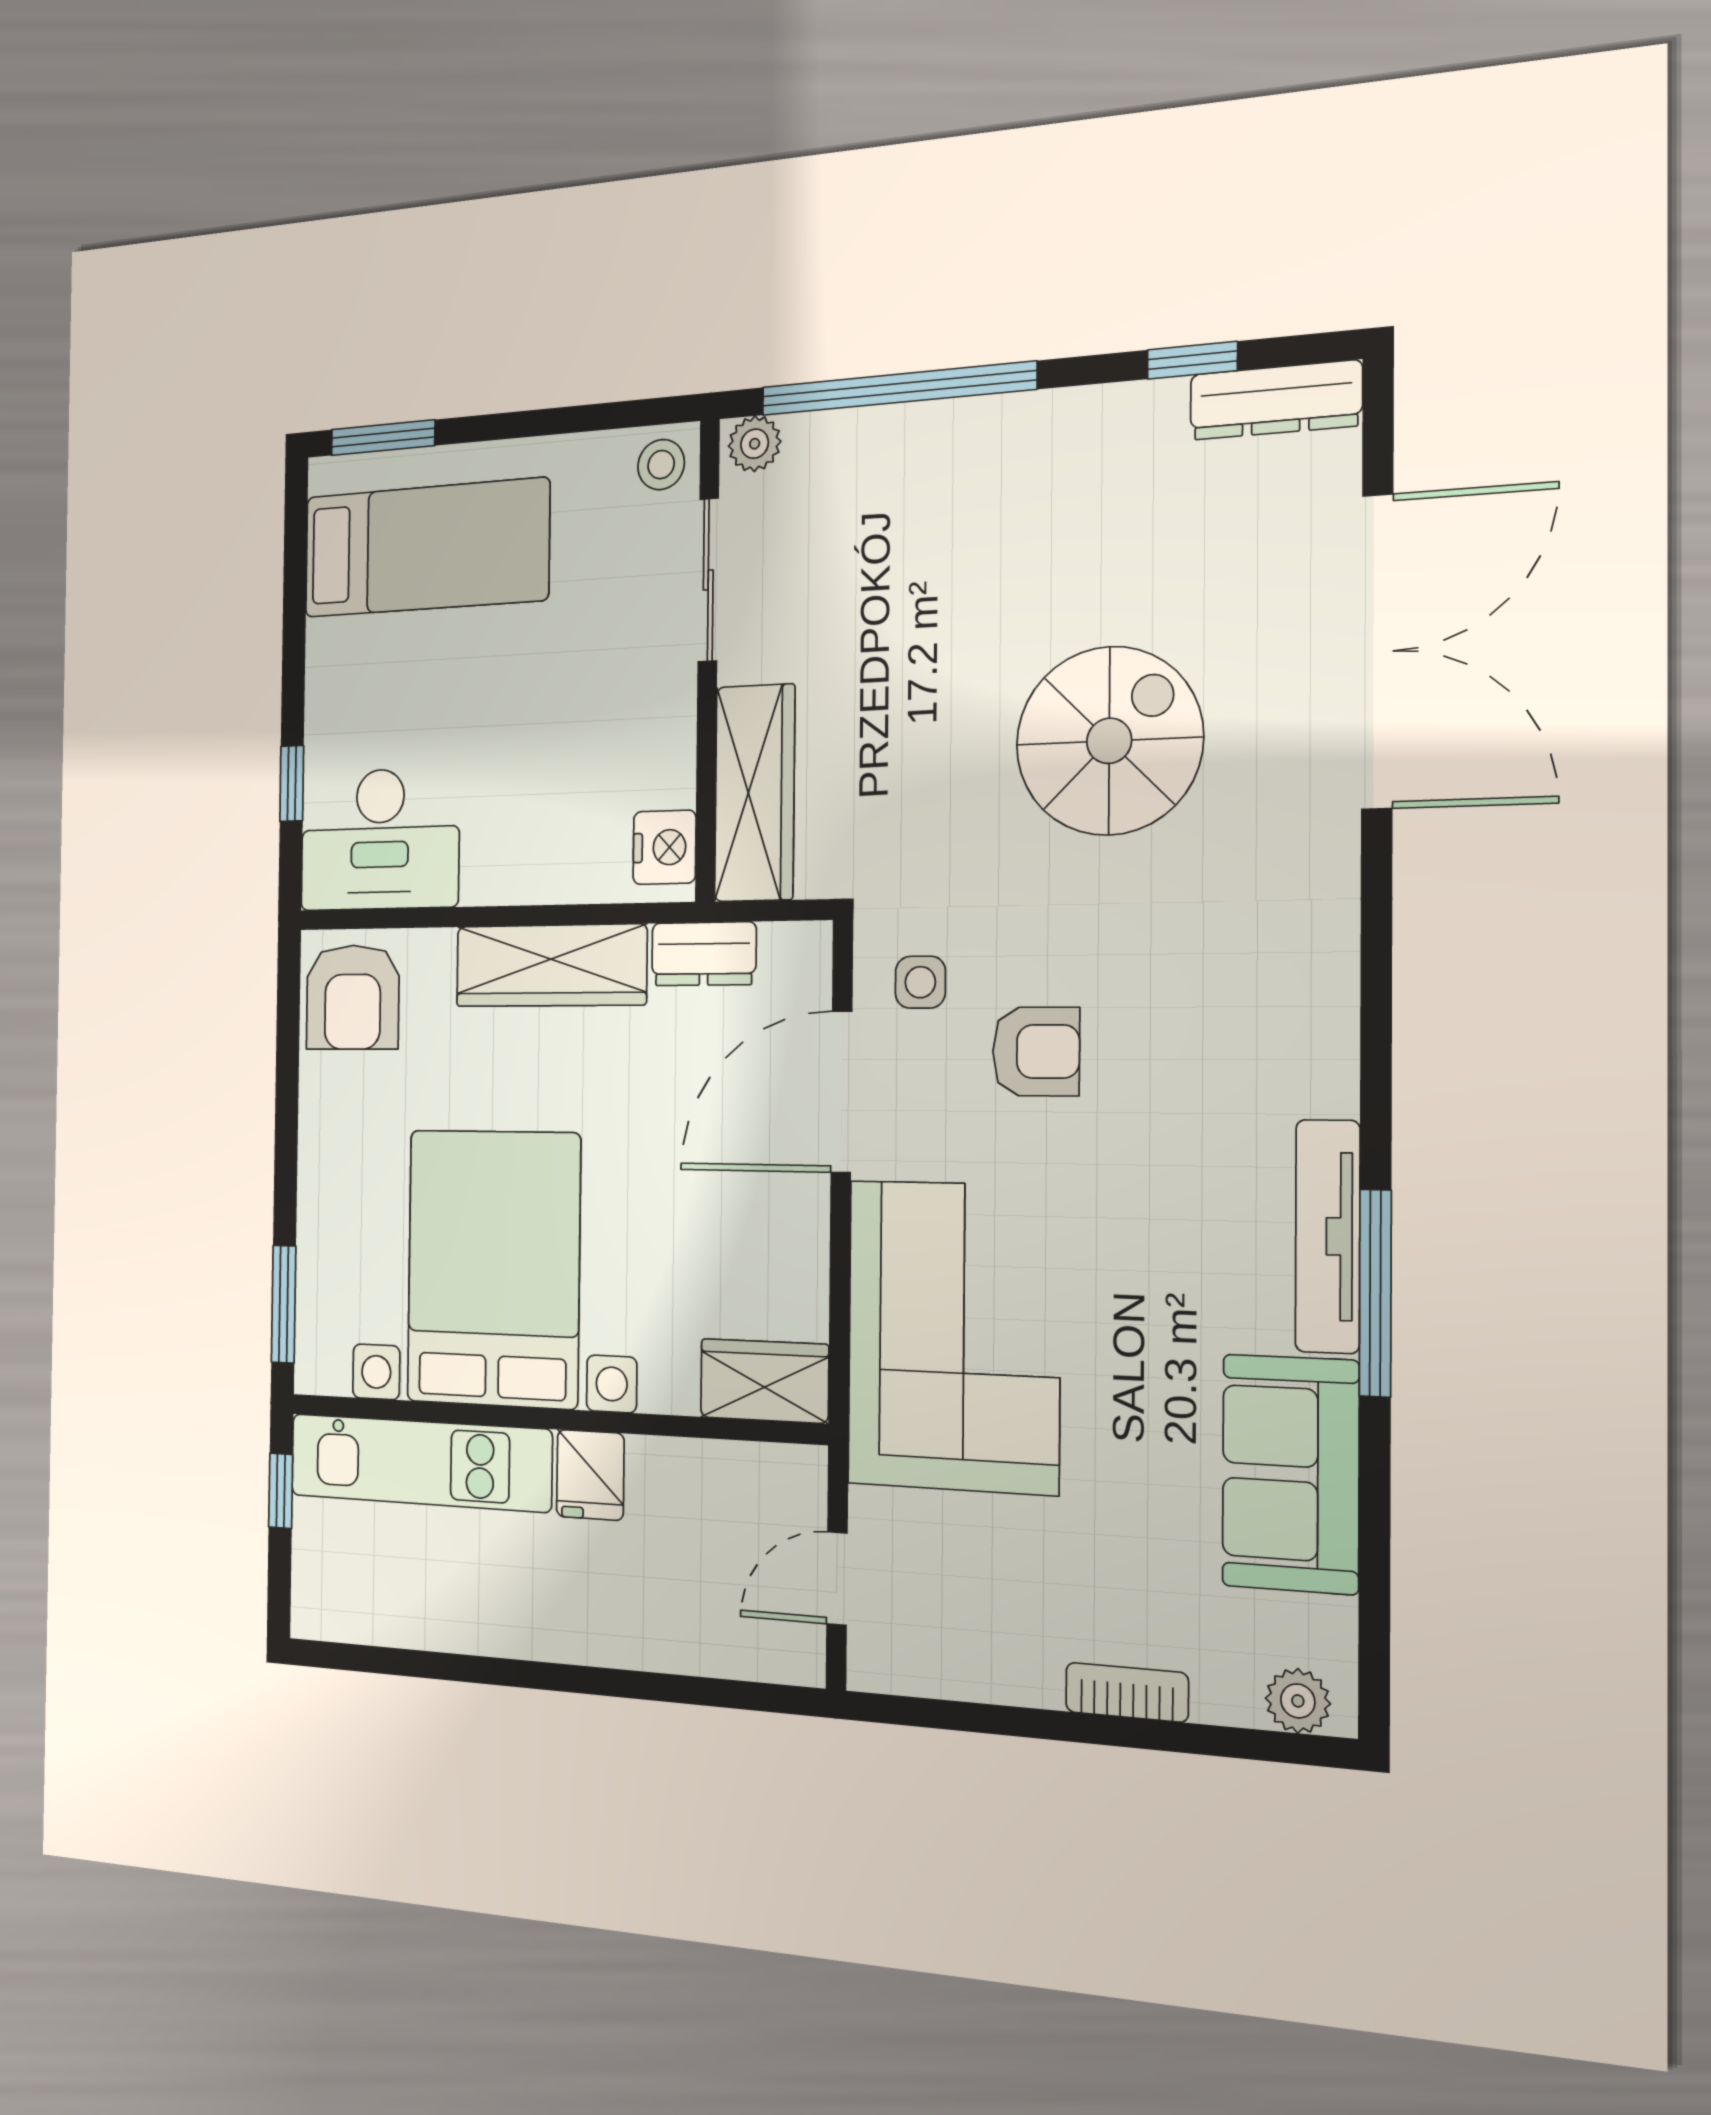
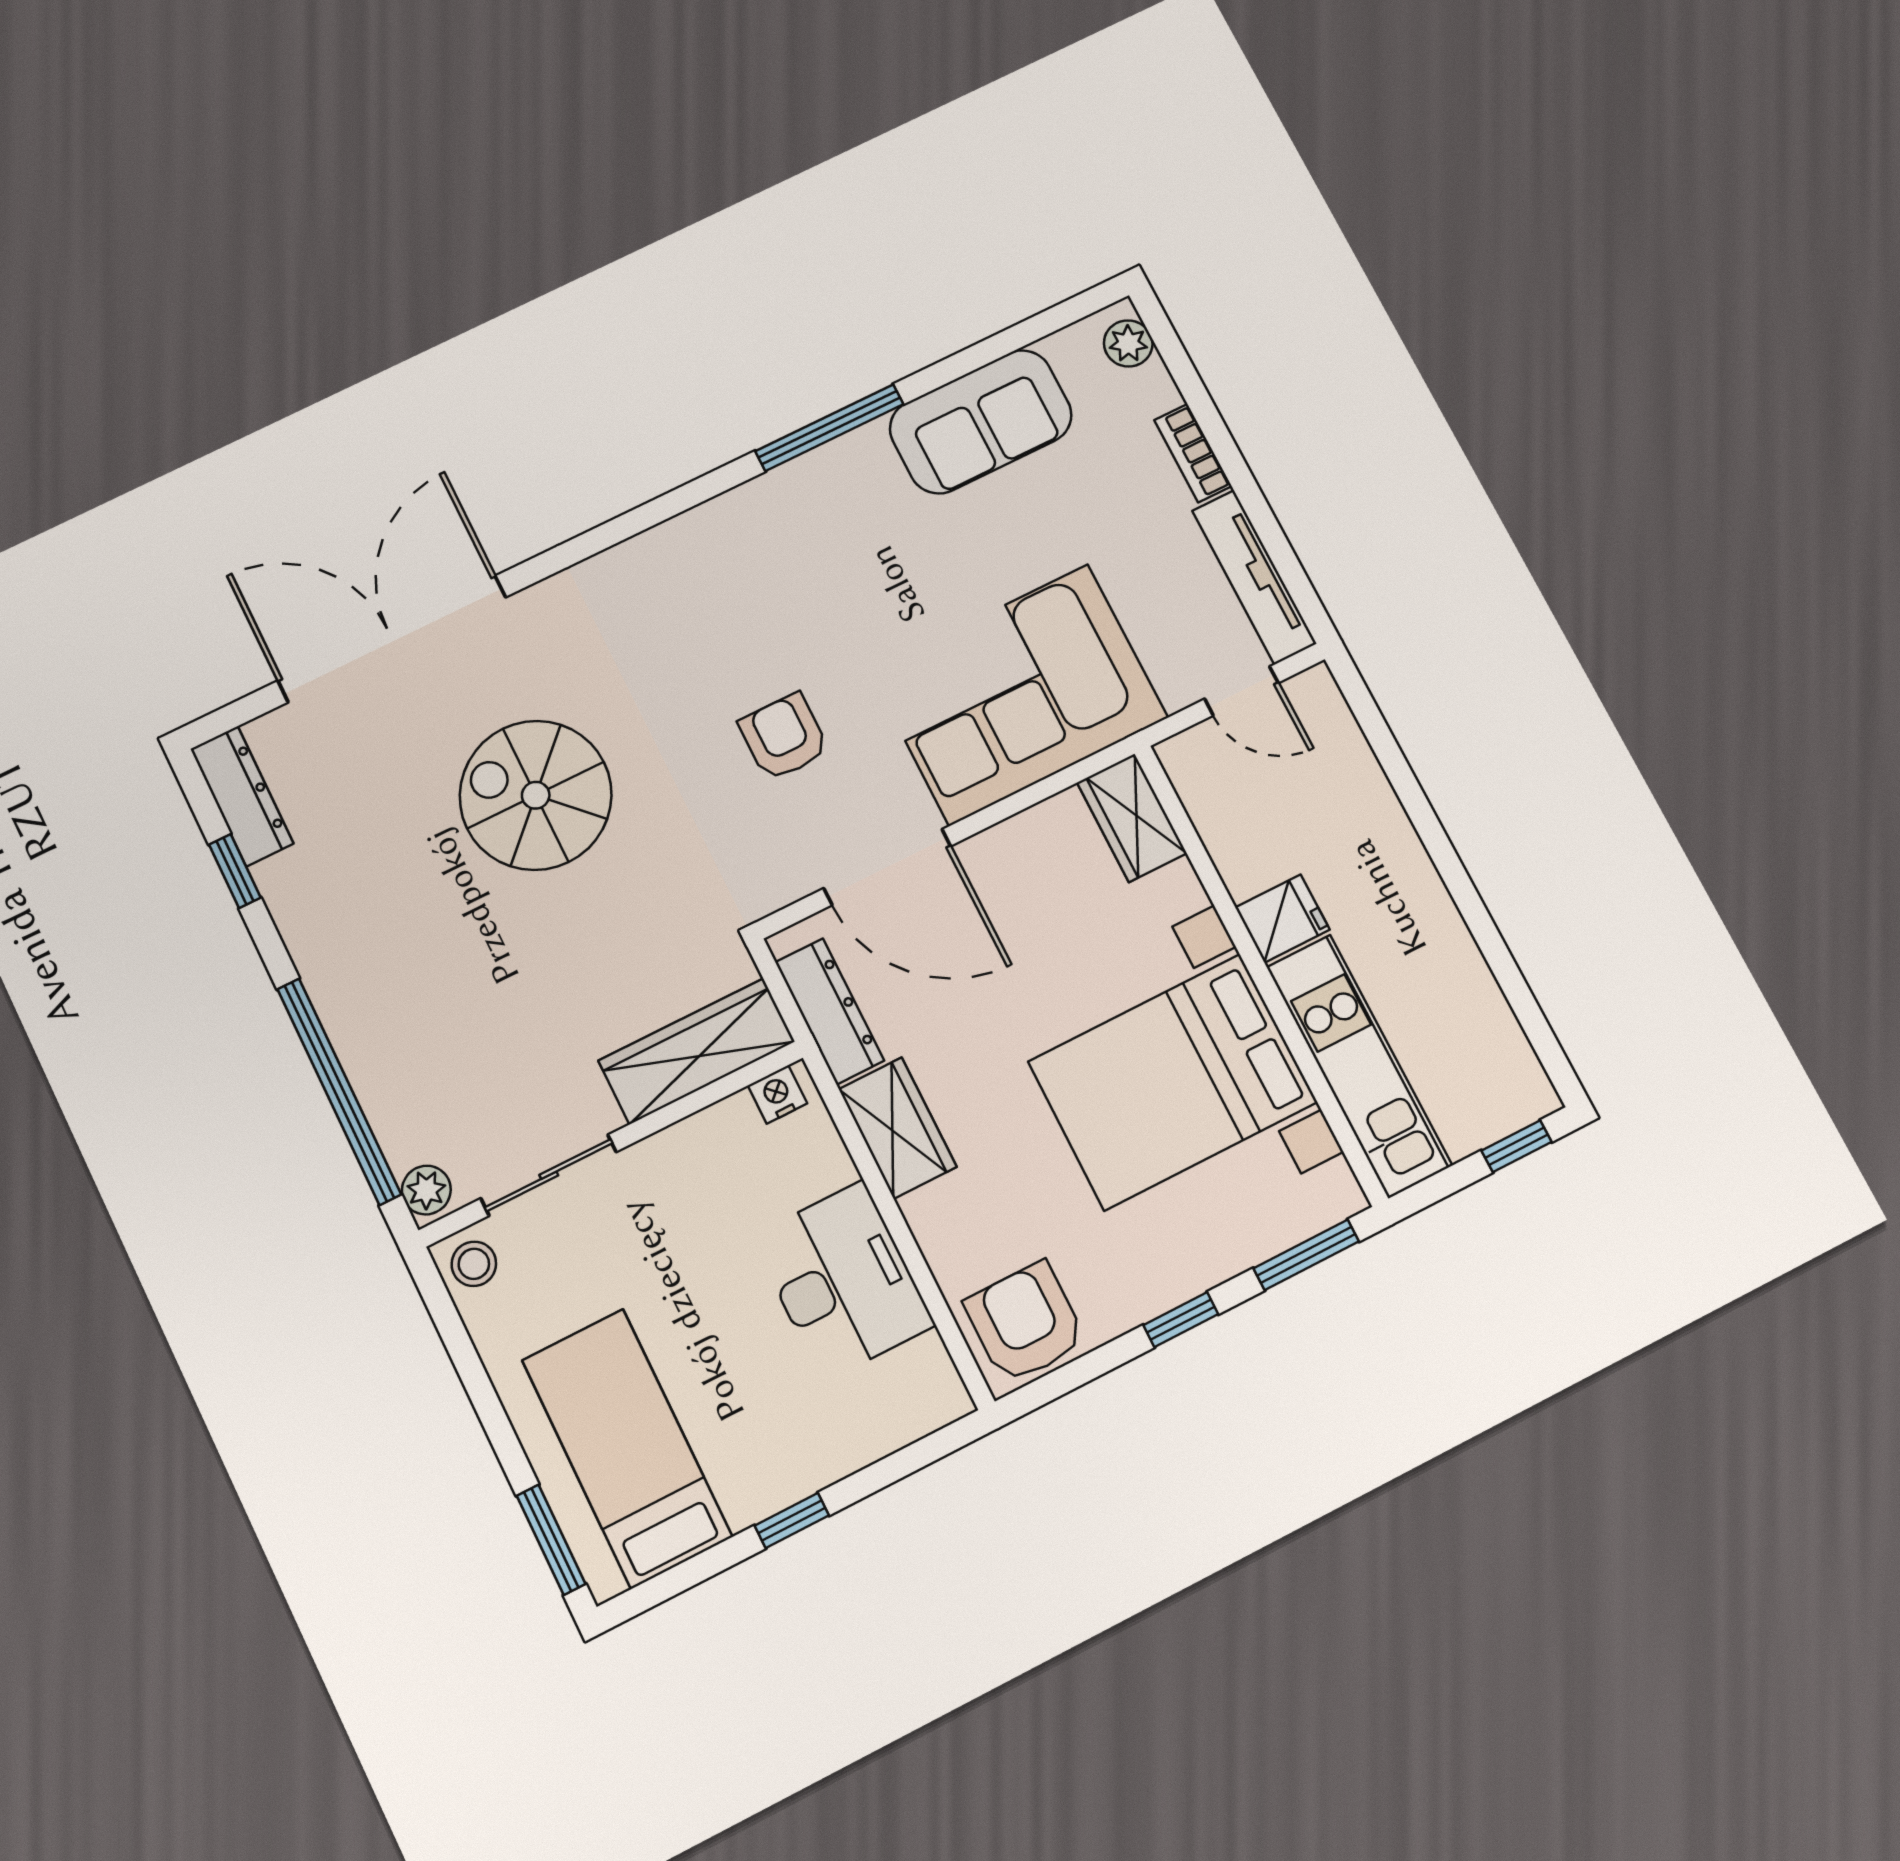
window: (292, 783) -> (792, 1520), moved
desk: (380, 839) -> (843, 1281), moved
nightstand: (664, 847) -> (777, 1094), width x0.72, depth x0.74
dresser: (704, 954) -> (830, 1011), width x1.44
wardrobe: (551, 965) -> (898, 1128), width x0.67
side table: (920, 982) -> (776, 848), removed
armchair: (353, 997) -> (1025, 1323), turned -90
window: (286, 1150) -> (1181, 1320), added
tv unit: (1328, 1236) -> (1254, 577), moved, turned 90
window: (281, 1491) -> (1516, 1146), moved

